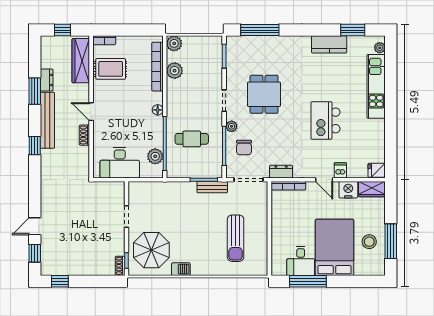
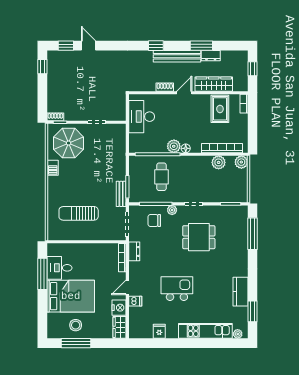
wardrobe: (81, 61) -> (214, 84), moved
plant: (155, 156) -> (174, 146), moved
fridge: (377, 170) -> (159, 331), moved

